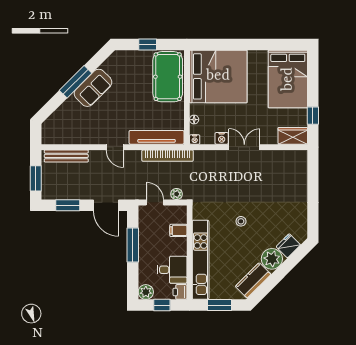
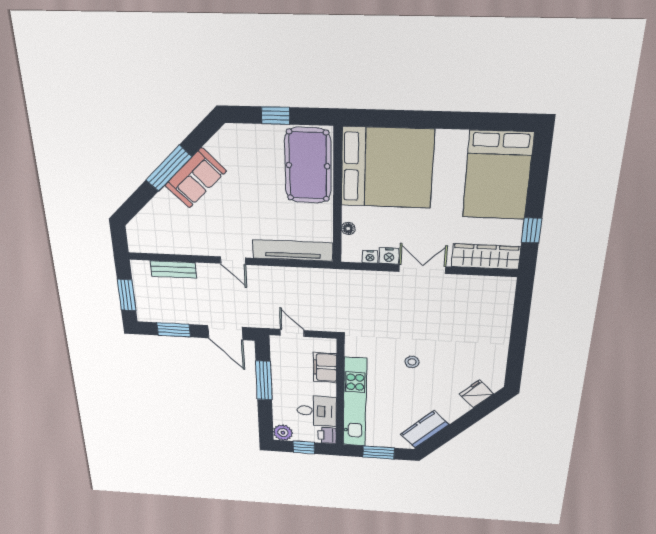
wardrobe: (293, 136) -> (486, 257), width x1.50
nightstand: (195, 139) -> (370, 257), moved
bench: (66, 156) -> (173, 269), width x0.73
bookcase: (168, 156) -> (309, 275), removed
plant: (177, 194) -> (322, 324), removed
filing cabinet: (178, 230) -> (325, 368), width x2.00
plant: (272, 259) -> (452, 407), removed

